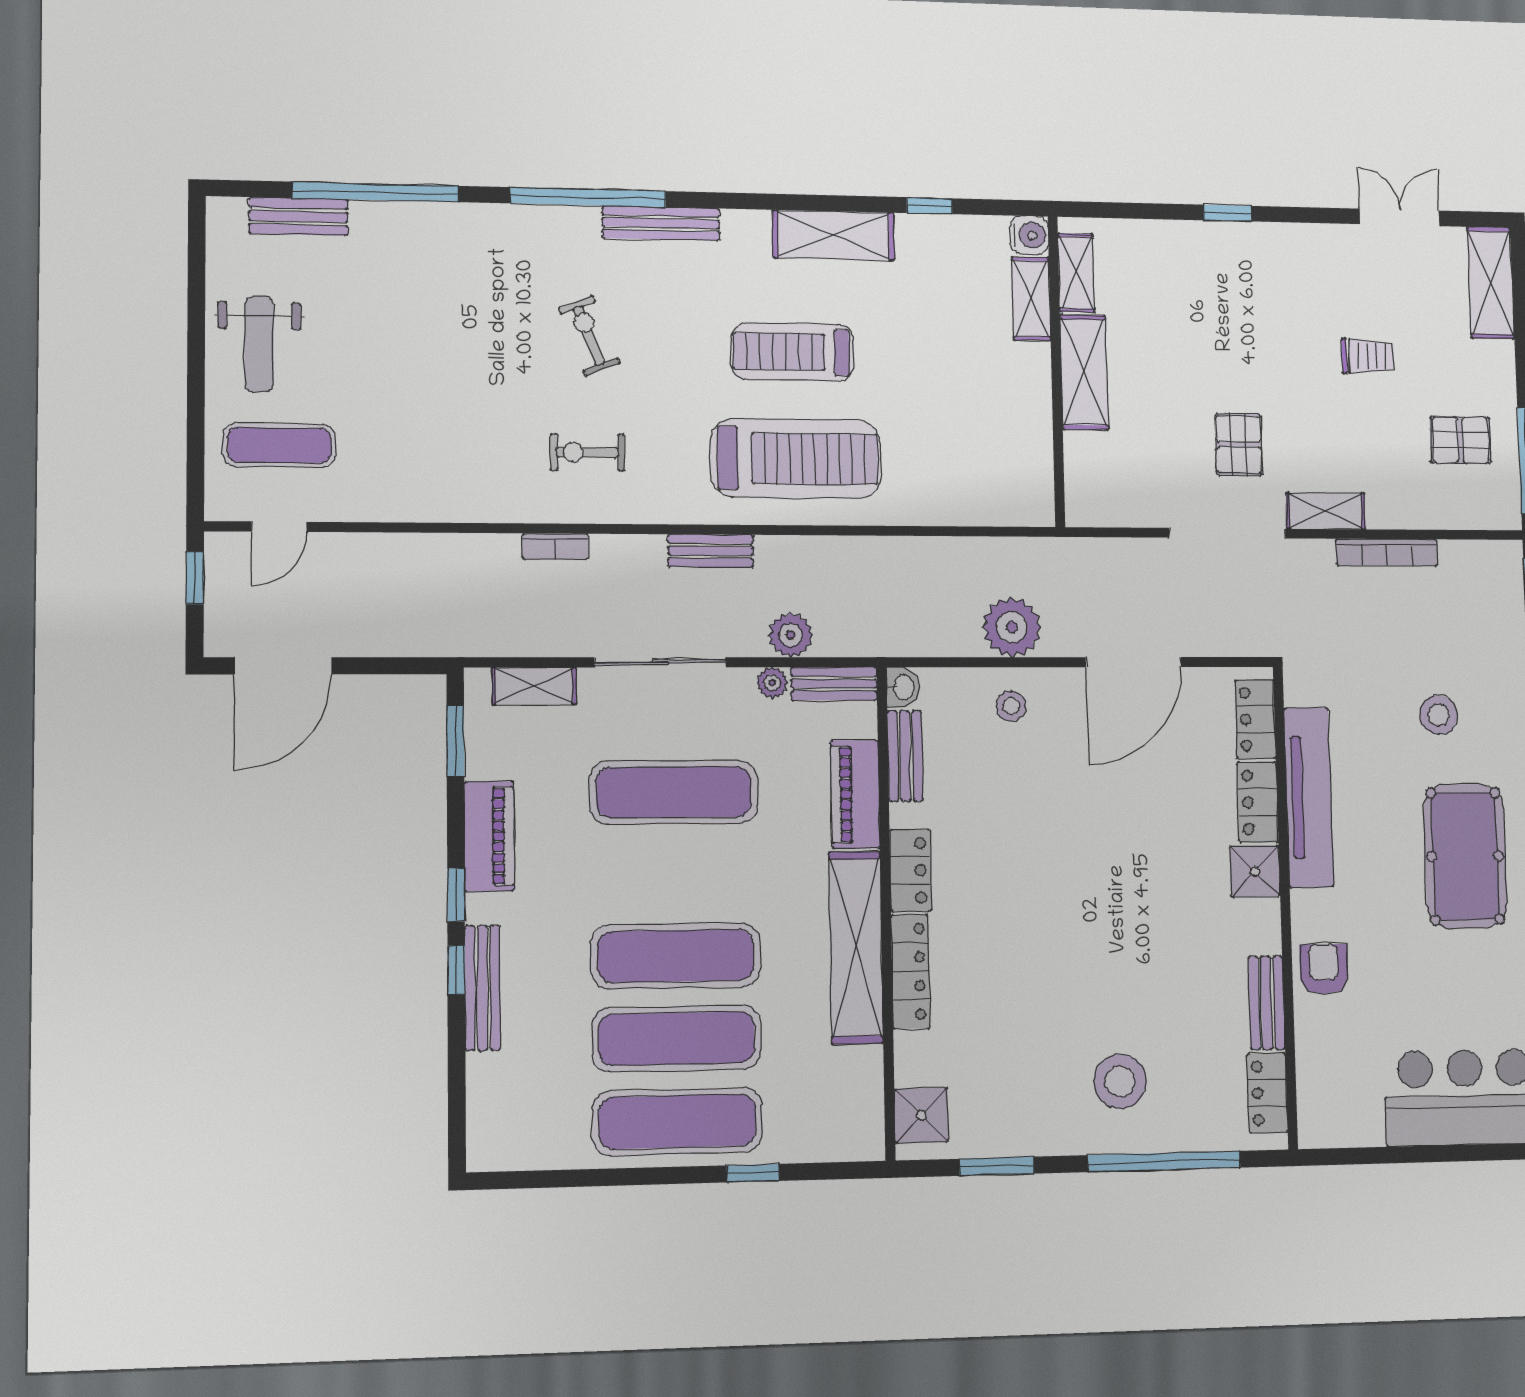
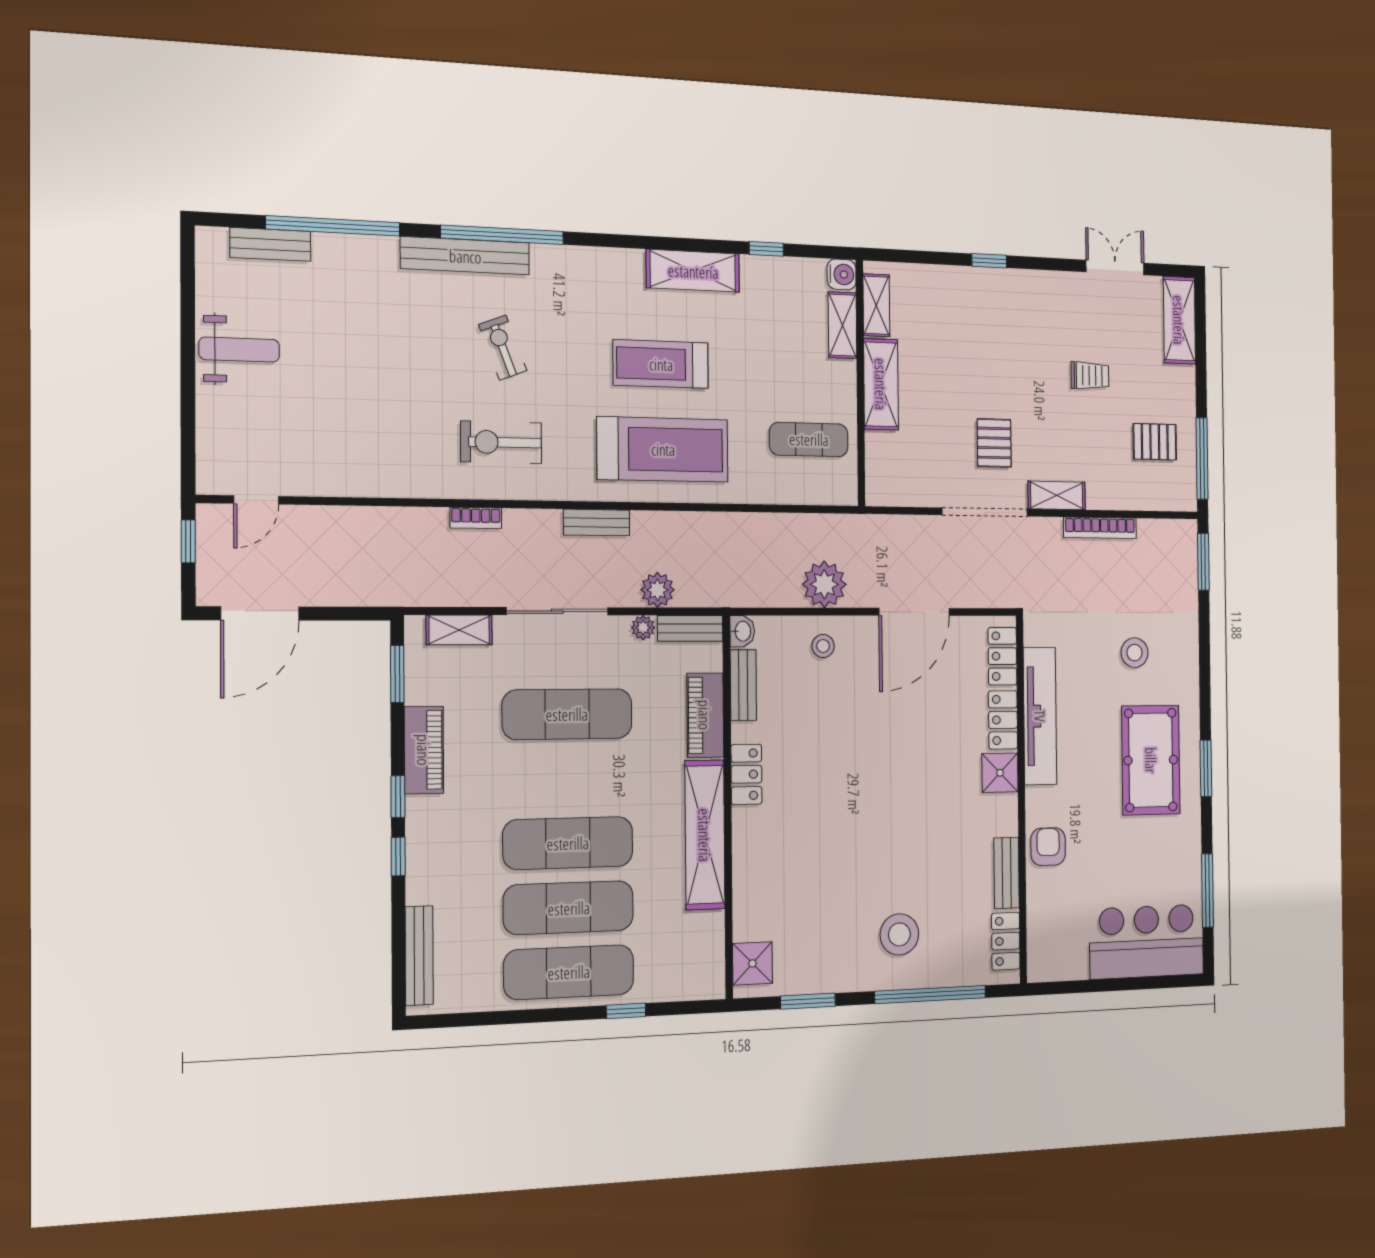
bench: (661, 223) -> (465, 256), moved, width x1.37, depth x1.21
weight bench: (259, 344) -> (239, 350), turned -90
exercise mat: (279, 445) -> (809, 439), moved
exercise bike: (587, 452) -> (501, 442), width x1.38, depth x1.39
locker: (911, 972) -> (746, 853), removed
bench: (483, 988) -> (419, 956), moved

